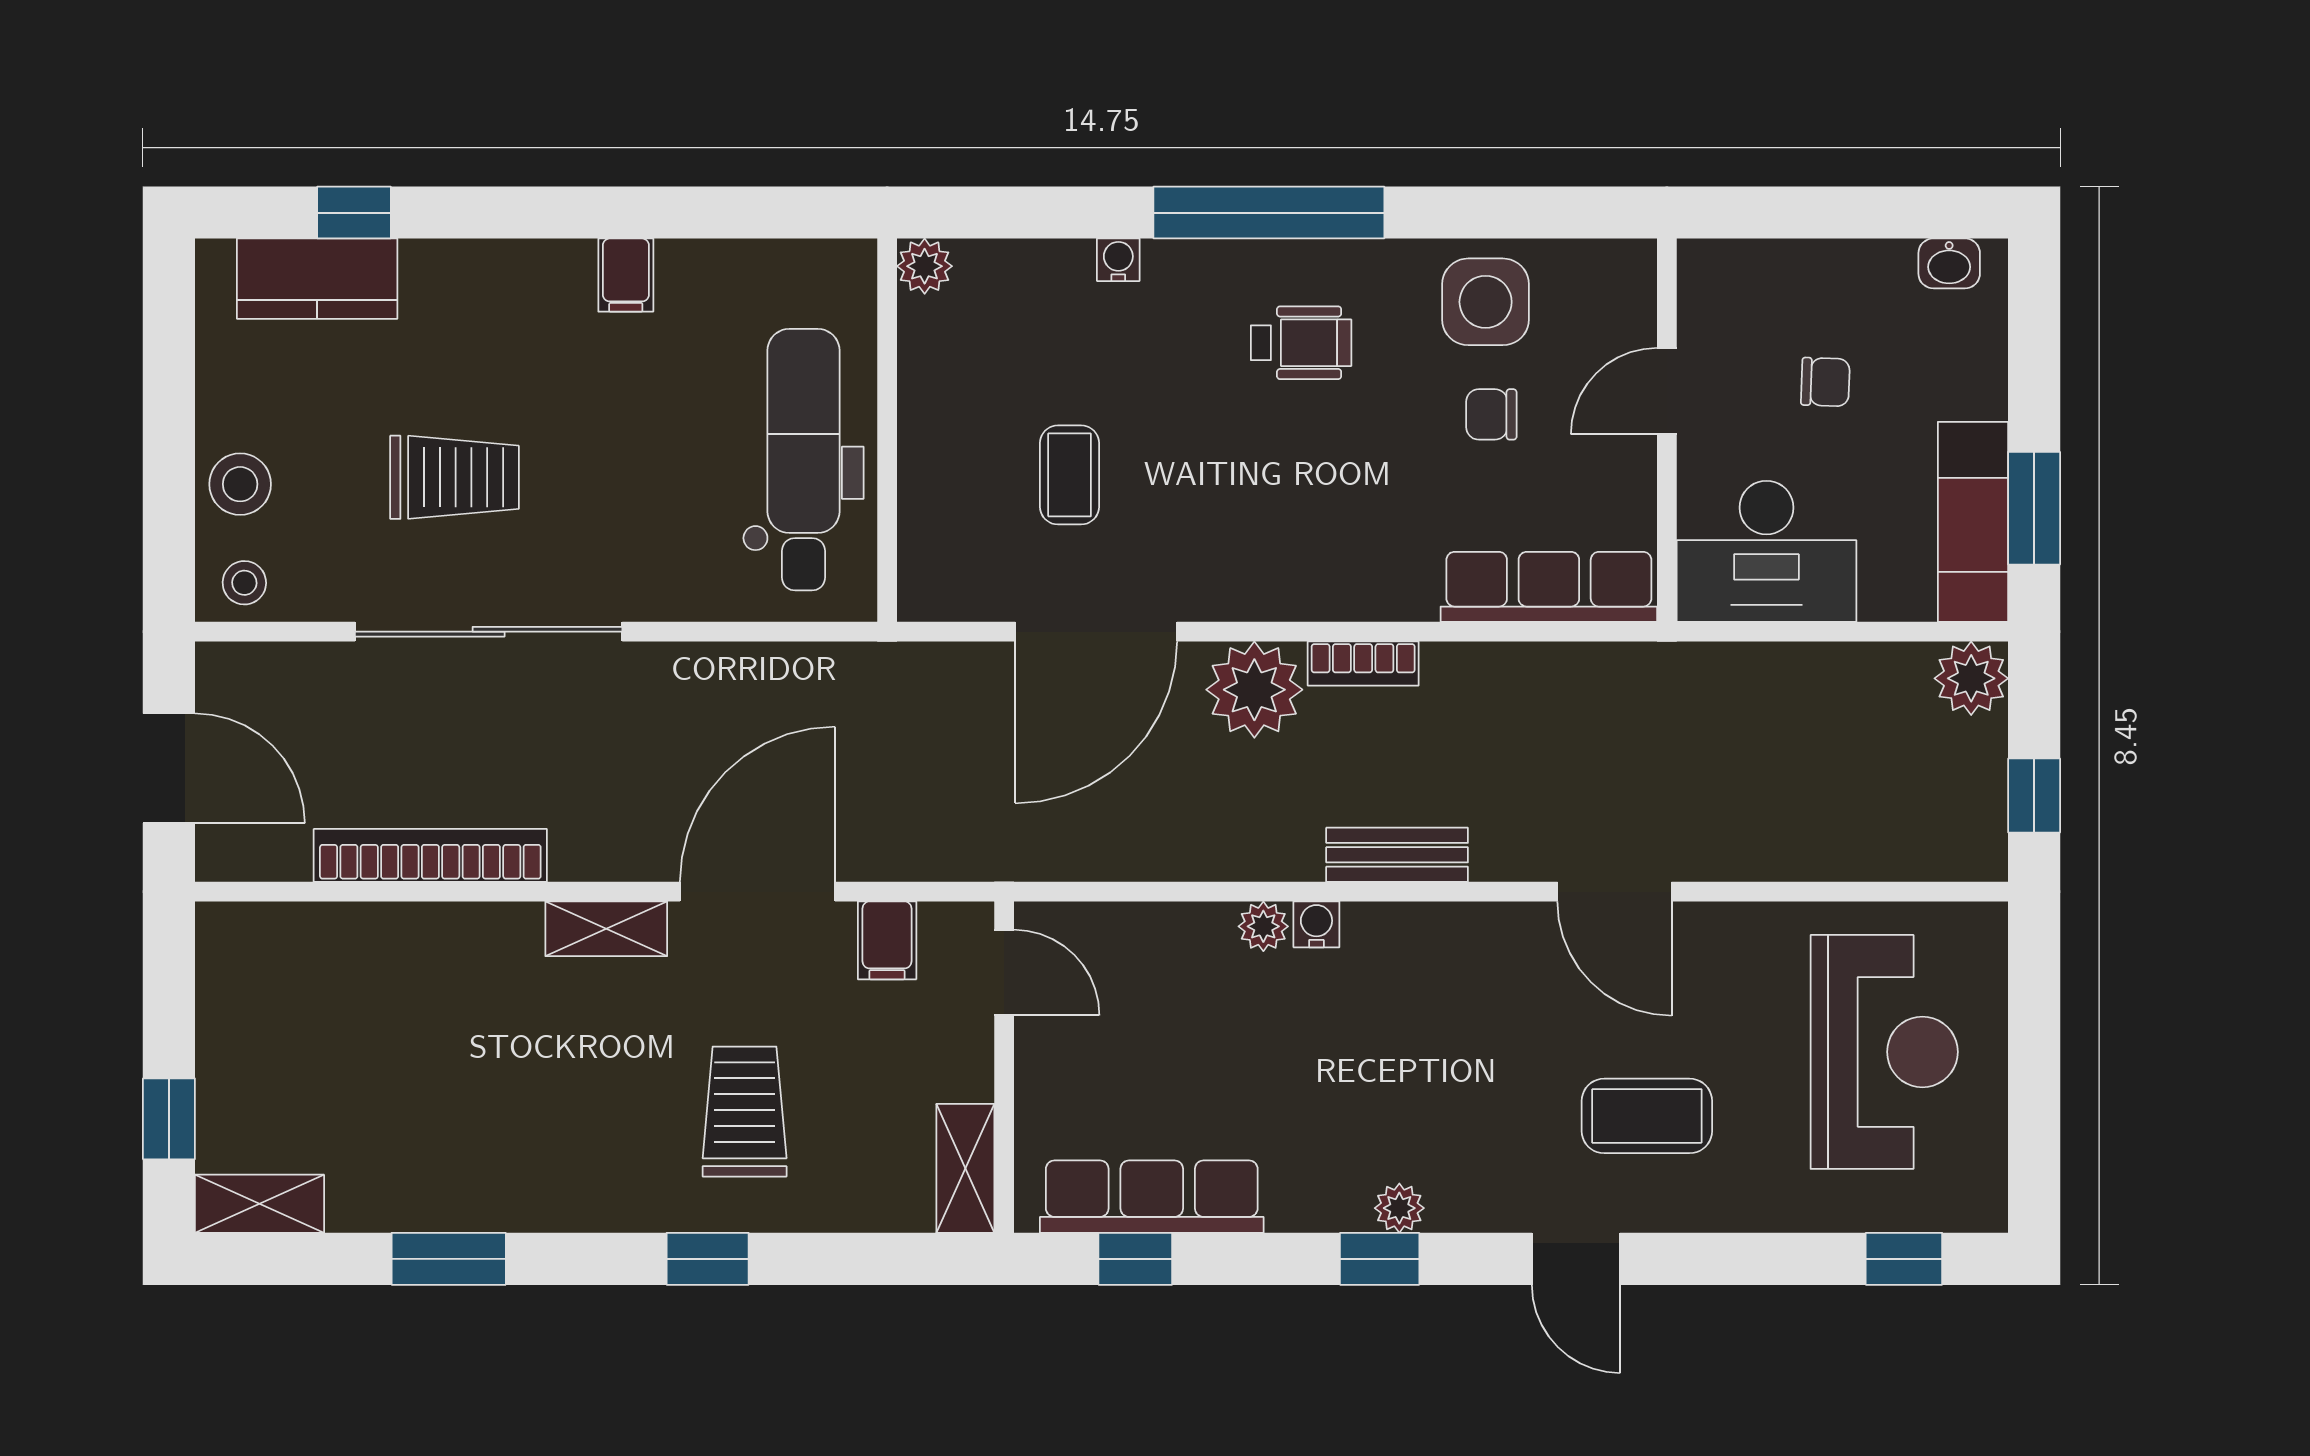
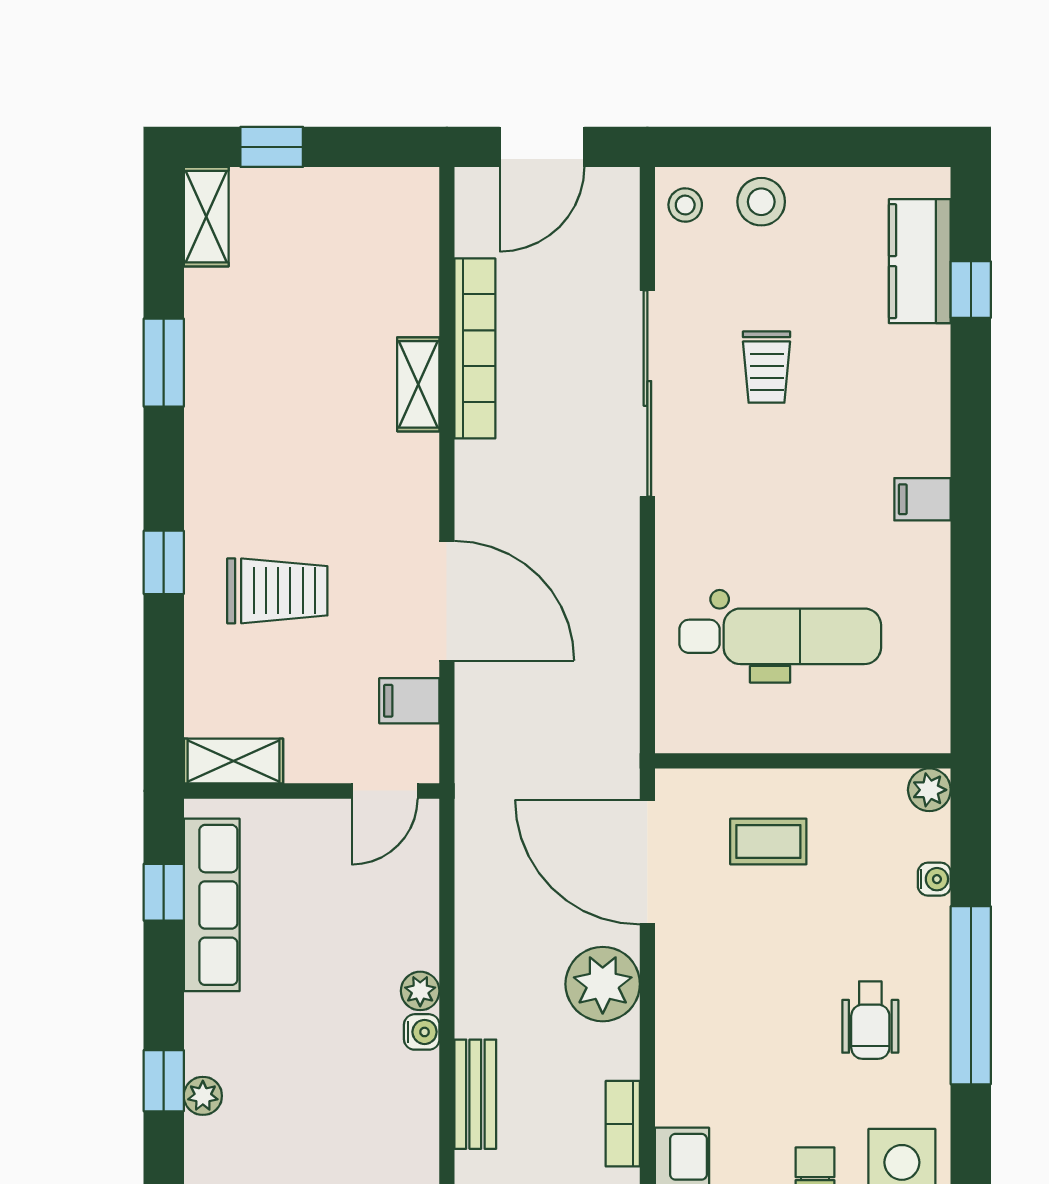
plant: (925, 266) -> (929, 790), moved
wall: (887, 430) -> (803, 761), moved
trolley: (454, 477) -> (767, 367), width x0.73, depth x0.72
bookcase: (1363, 664) -> (623, 1124), moved
shelving: (606, 929) -> (418, 384), moved

